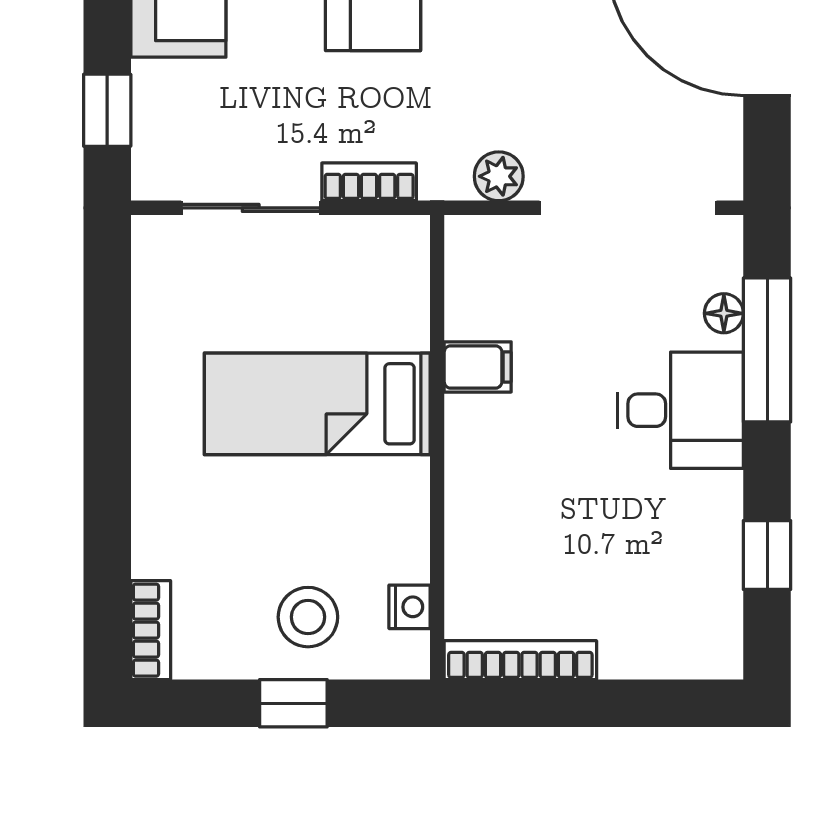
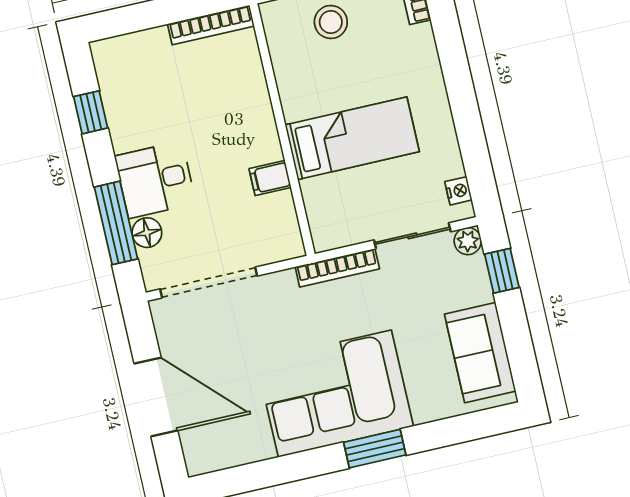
plant: (499, 176) -> (468, 241), moved
bookcase: (369, 182) -> (337, 268), width x1.56
floor lamp: (724, 313) -> (147, 233), width x1.37, depth x1.37
nightstand: (409, 607) -> (458, 191), moved, turned 180

